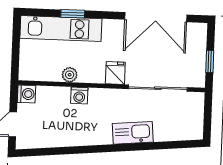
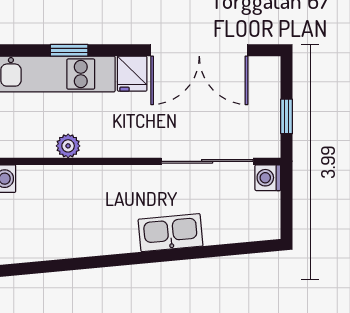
fridge: (115, 73) -> (132, 74), moved, turned 180
washing machine: (79, 95) -> (268, 178), moved, turned 90

